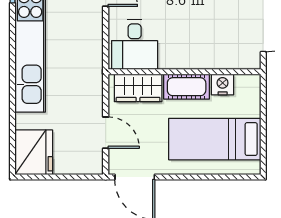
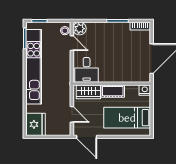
nightstand: (223, 85) -> (145, 90), moved

